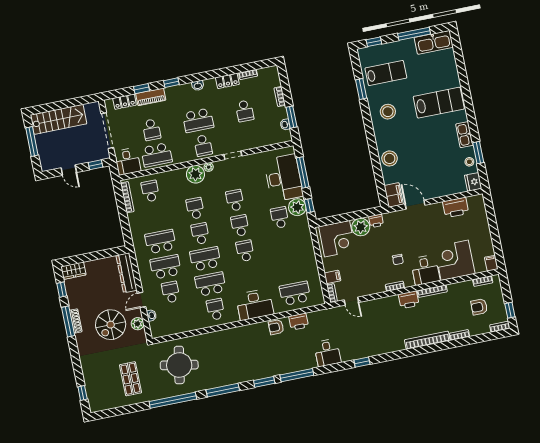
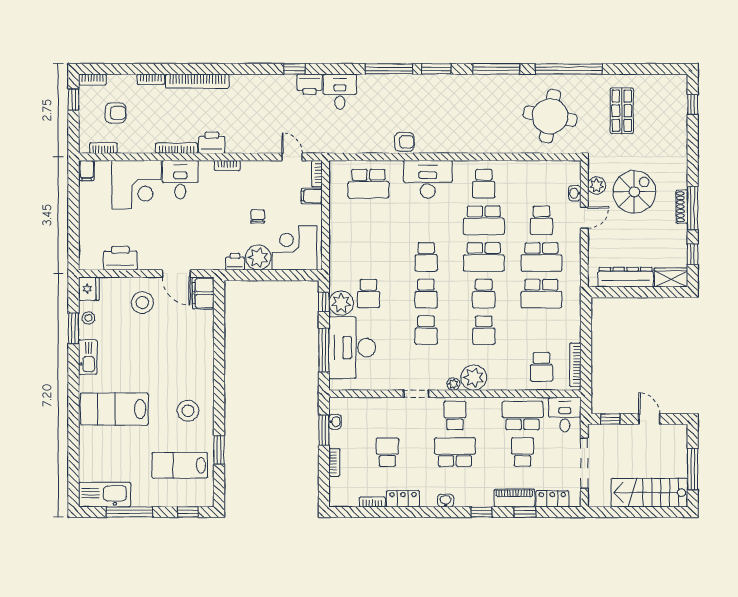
stool: (390, 158) -> (142, 303), moved
chair: (398, 260) -> (258, 216), moved
dresser: (127, 273) -> (626, 277), moved, turned -90
printer: (299, 322) -> (310, 84), moved, turned 180

